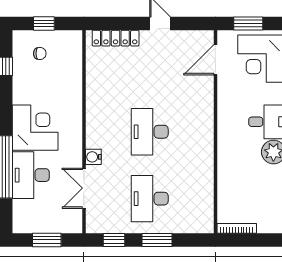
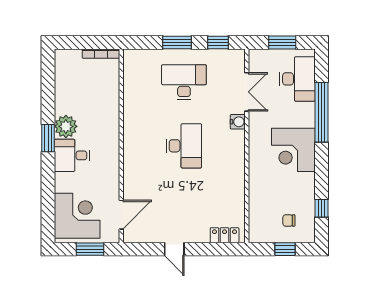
locker: (116, 38) -> (225, 235), width x0.66
desk: (31, 175) -> (298, 79), moved
desk: (150, 199) -> (184, 82), turned -90

